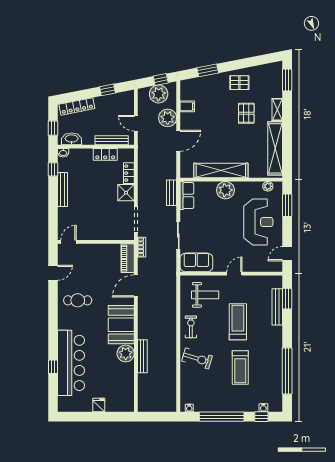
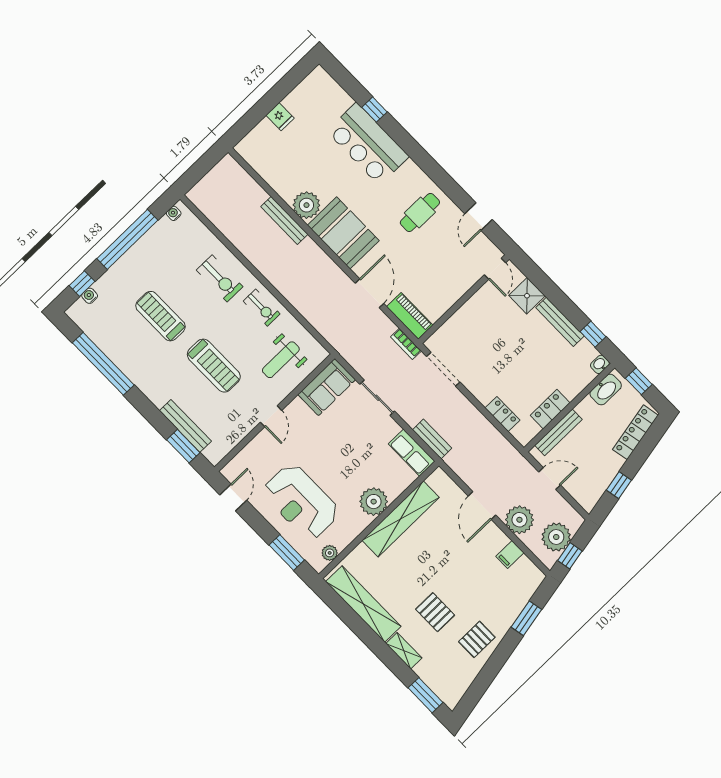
shower: (126, 193) -> (527, 296), moved
exercise bike: (197, 358) -> (220, 278), turned -107
bar counter: (71, 363) -> (368, 144), width x0.73

